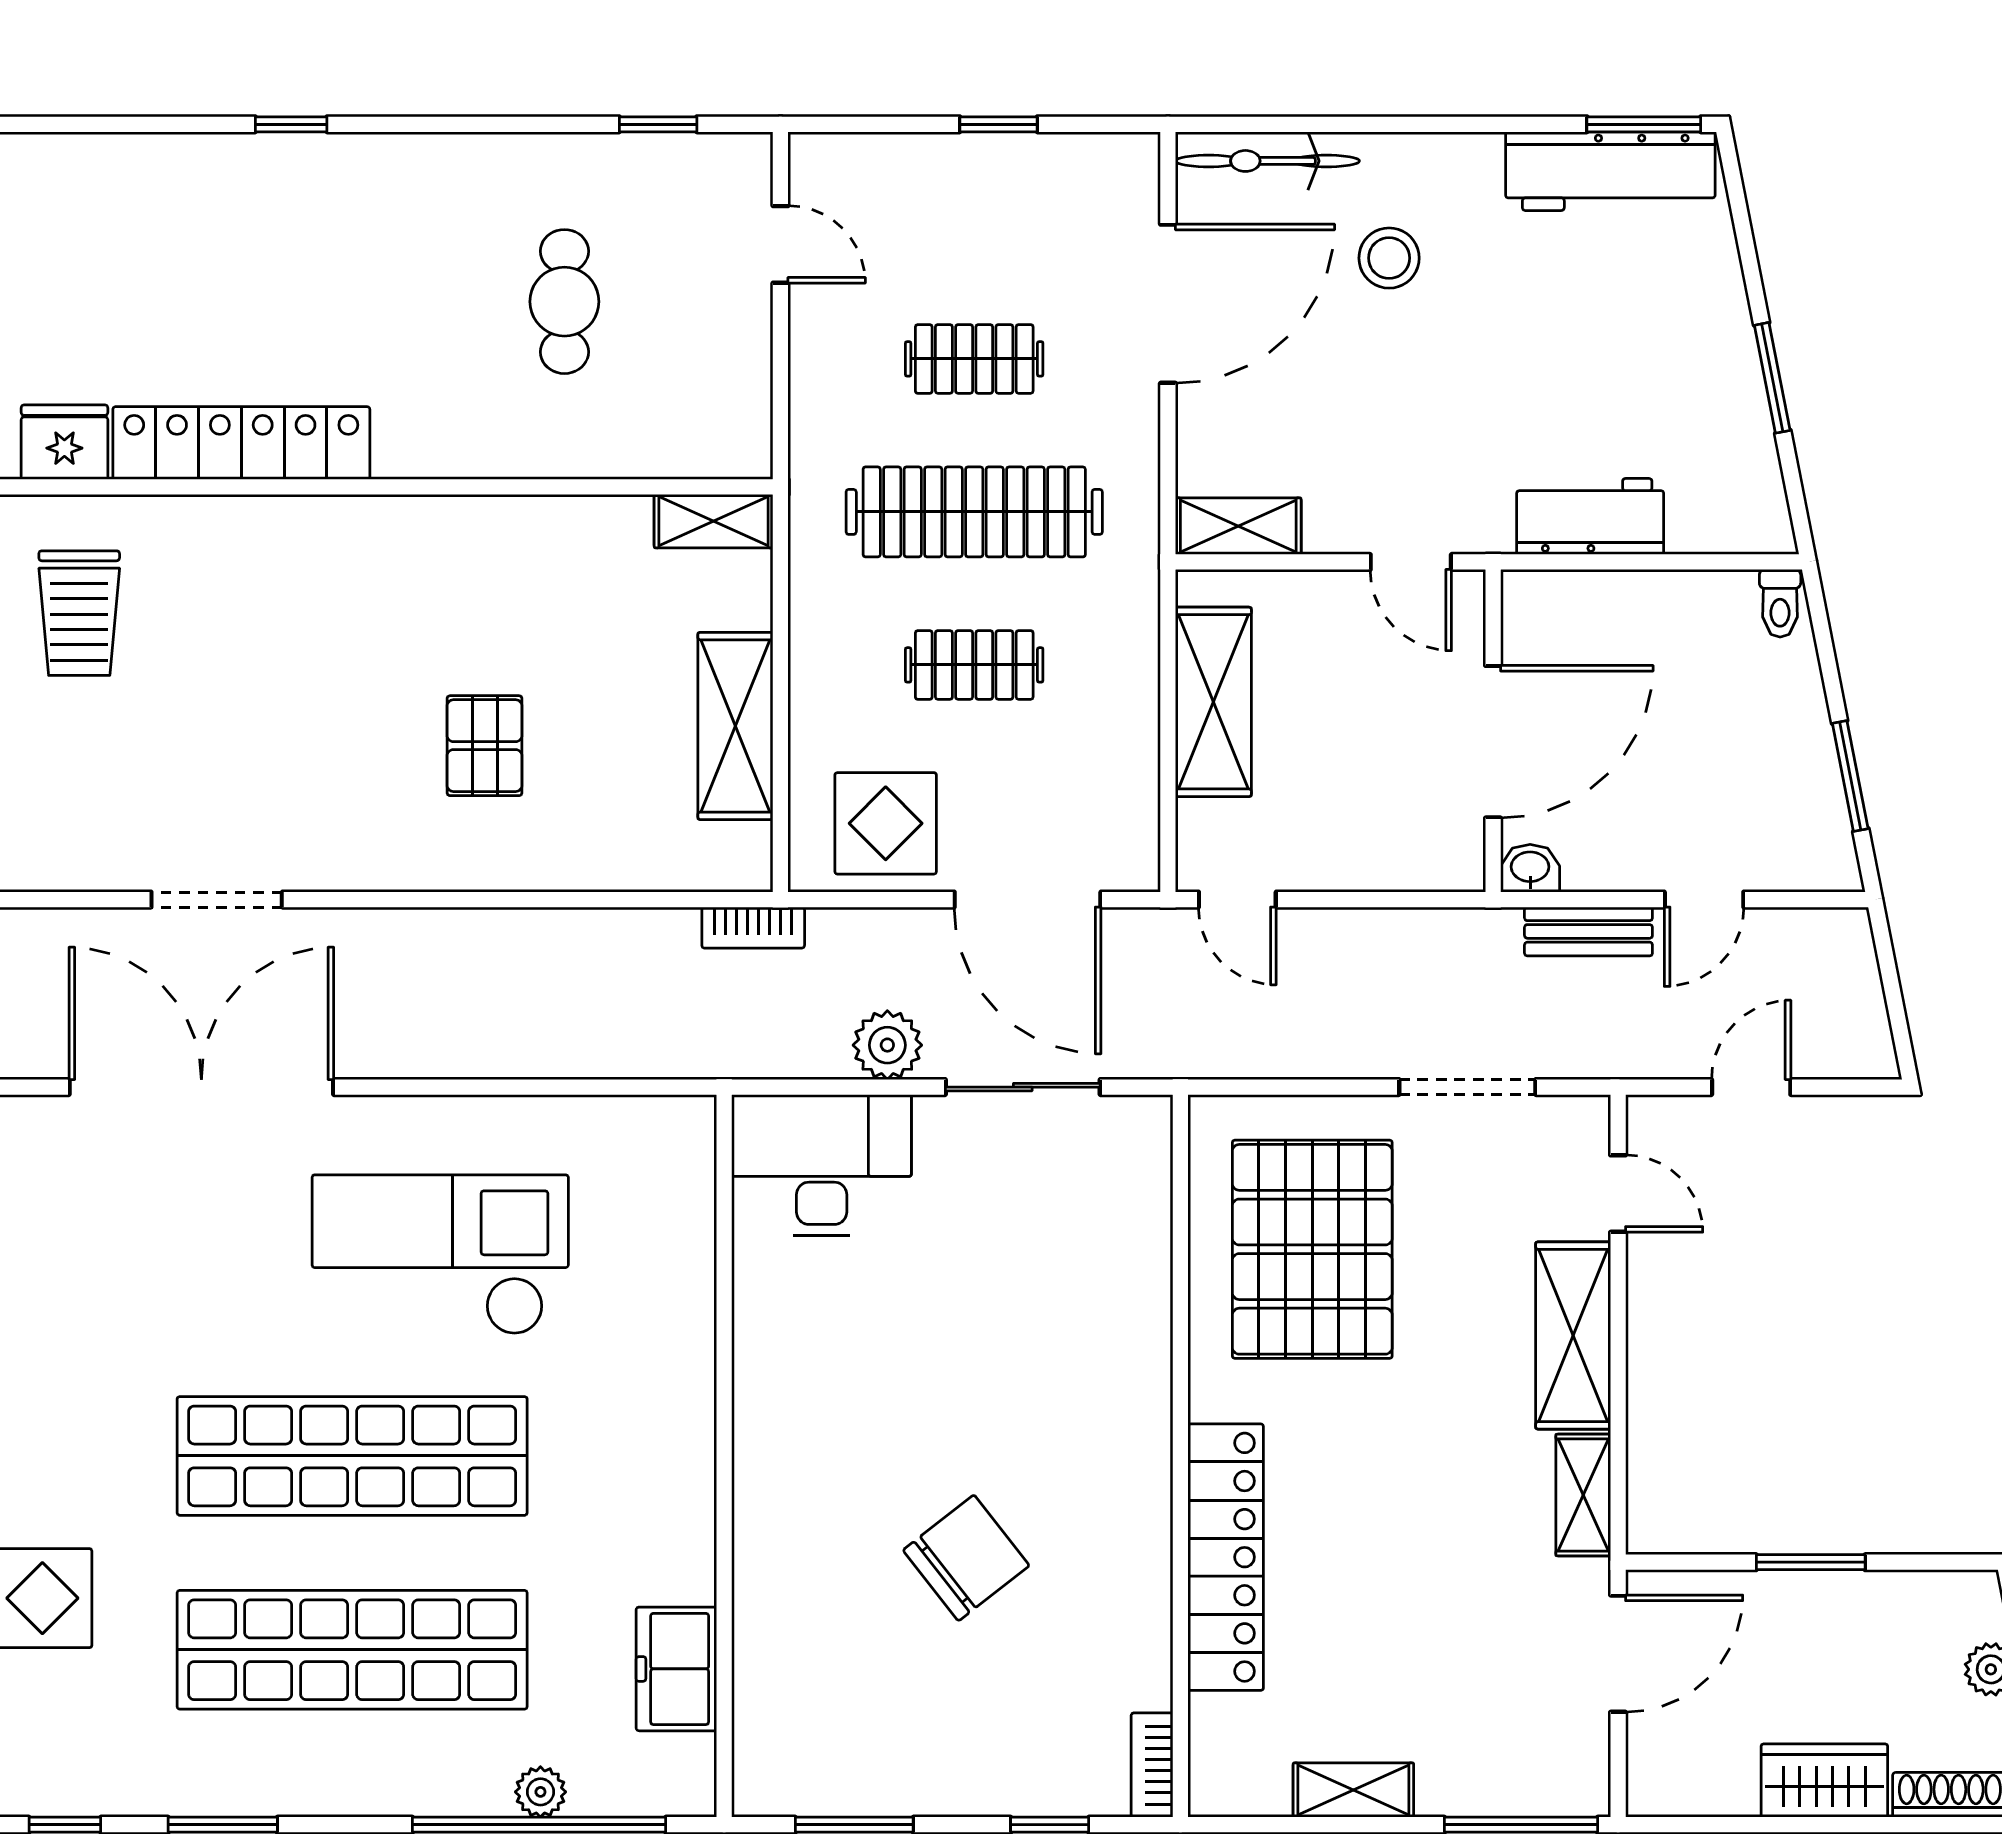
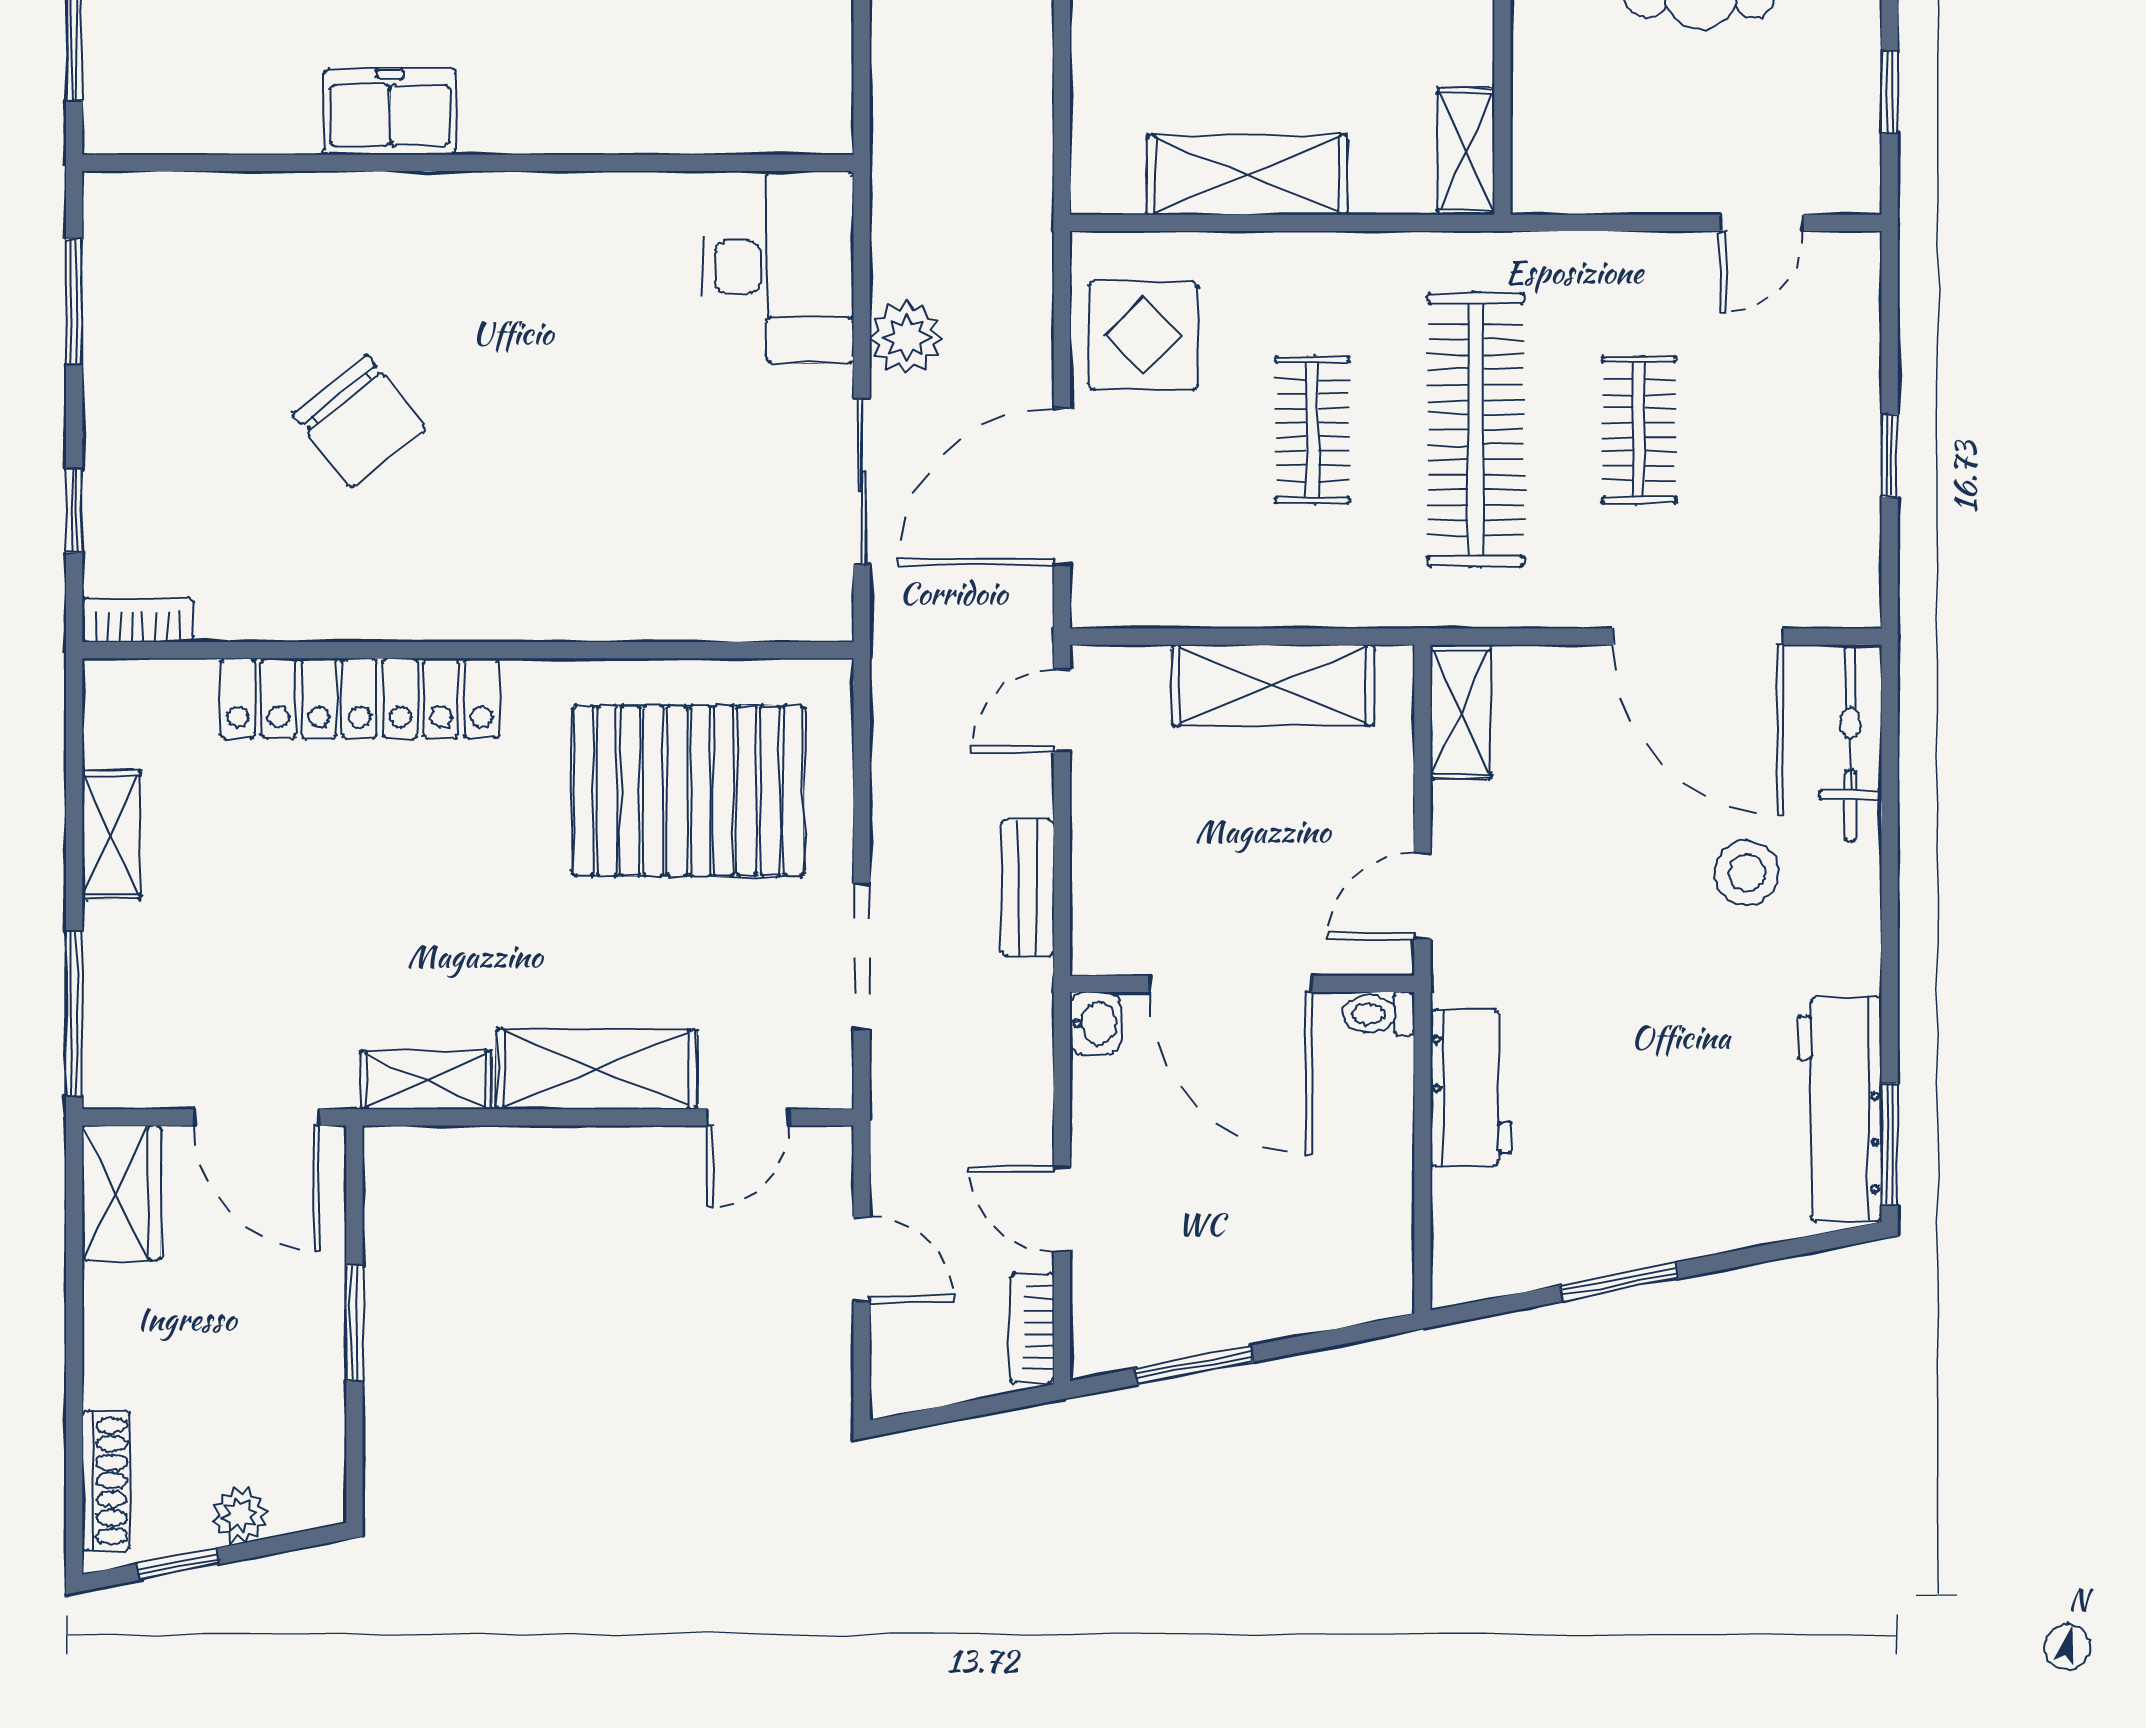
toilet: (1780, 603) -> (1378, 1014), moved
bookcase: (753, 928) -> (1032, 1328), moved
bench: (1588, 931) -> (1028, 888), moved
freezer: (676, 1669) -> (390, 112), moved
wardrobe: (1824, 1781) -> (121, 1193), moved

